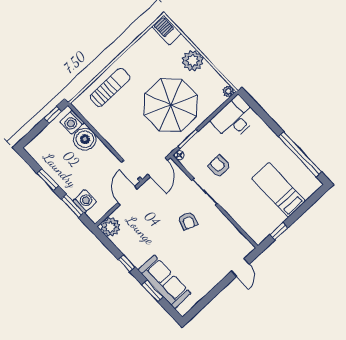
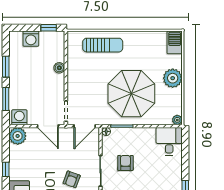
desk: (234, 119) -> (169, 141), width x0.73
washing machine: (72, 122) -> (31, 39), moved, turned -90
boiler: (85, 139) -> (59, 68), width x0.54, depth x0.54
door: (128, 196) -> (48, 126), swing flipped
washing machine: (85, 201) -> (19, 117), moved, turned -90

